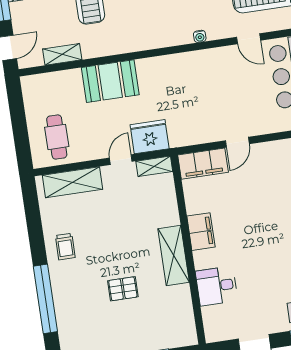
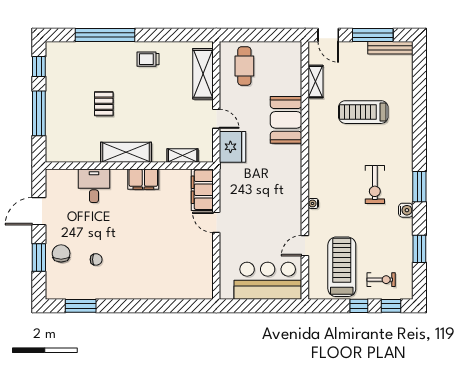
cafe table: (57, 137) -> (244, 66), turned 90
shelving: (154, 166) -> (183, 155), moved, turned 90

